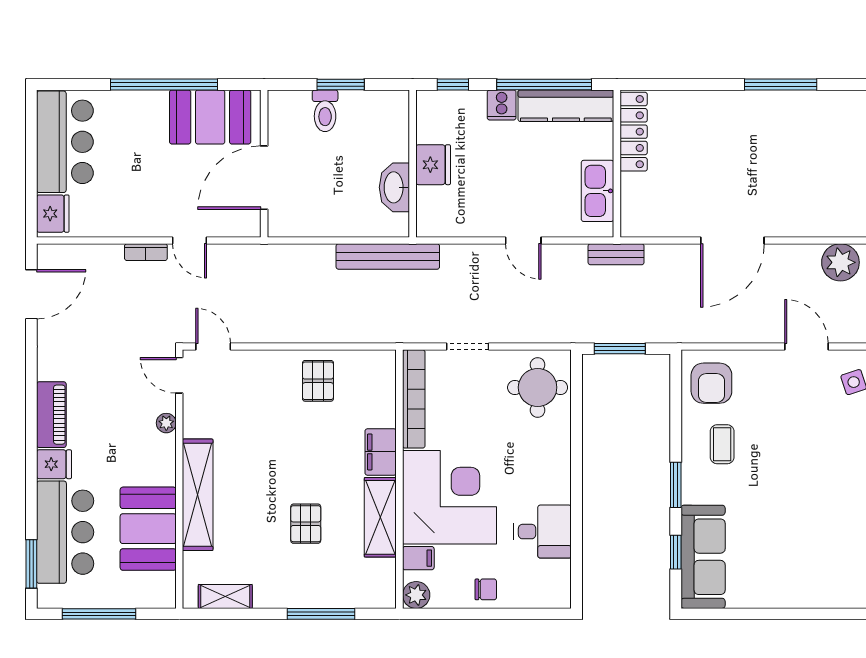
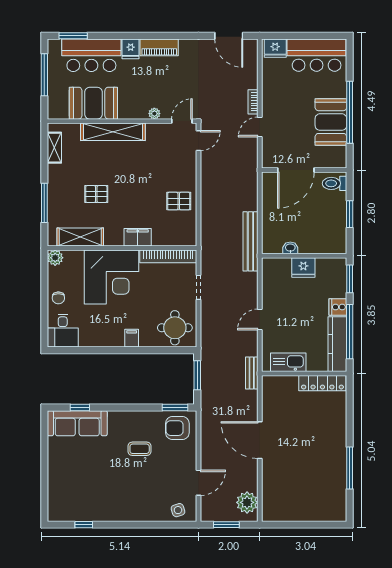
window: (453, 85) -> (350, 279), width x1.50
toilet: (325, 111) -> (334, 183), moved
booth: (210, 117) -> (331, 122), moved
door: (264, 178) -> (296, 170), swing flipped
washbasin: (394, 187) -> (290, 248), width x0.52, depth x0.69
coffee table: (722, 444) -> (140, 449), moved
window: (676, 485) -> (175, 407), moved
shelving: (380, 517) -> (80, 237), moved
desk: (543, 532) -> (63, 331), moved
filing cabinet: (418, 558) -> (132, 338), moved, turned 180

